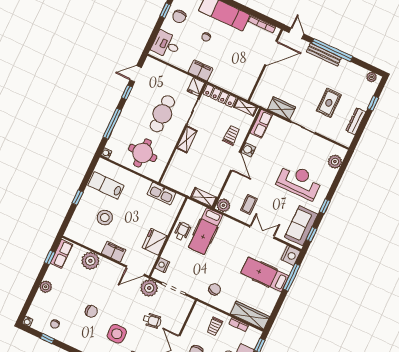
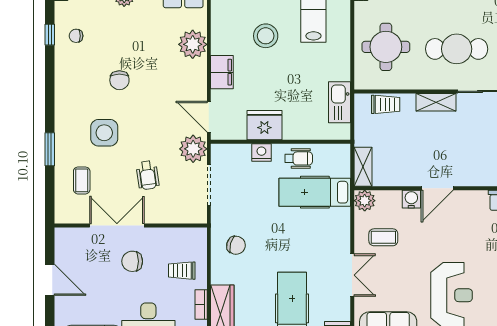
trolley: (231, 135) -> (386, 104), moved
water cooler: (248, 150) -> (411, 199), moved
nightstand: (162, 265) -> (261, 153), moved

